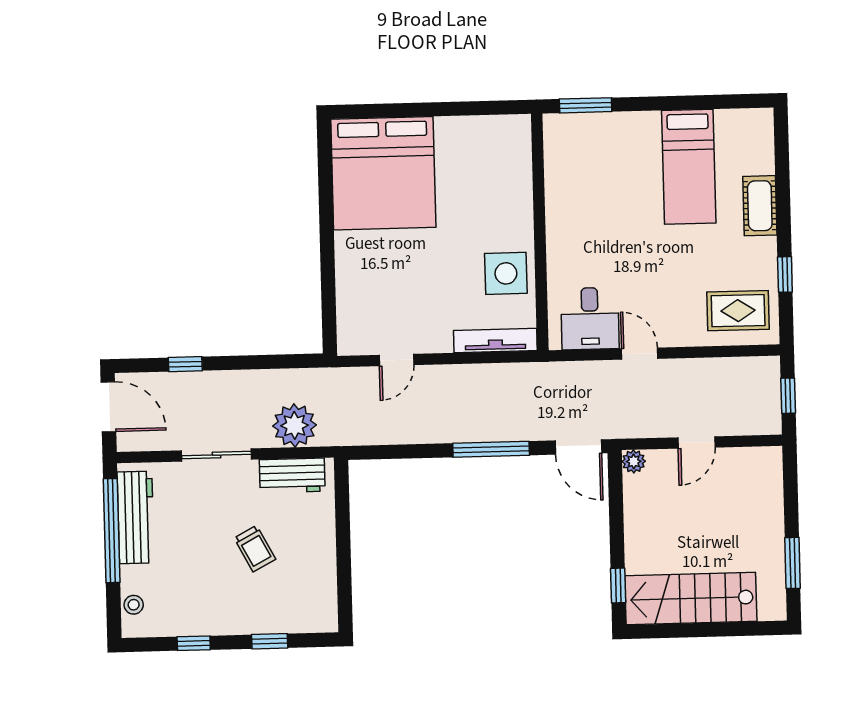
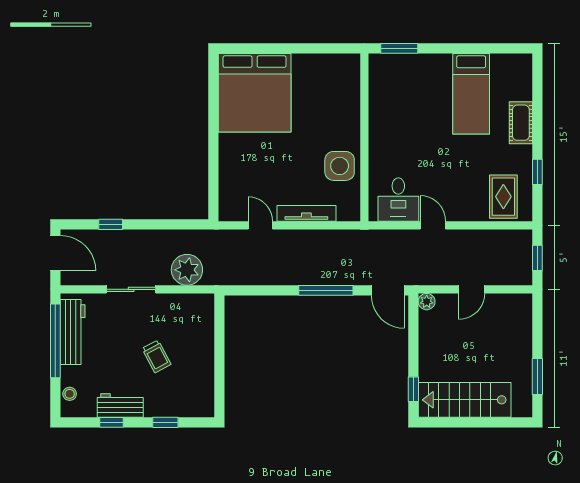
rug: (738, 311) -> (503, 197), turned 90
tv unit: (495, 340) -> (306, 213), moved
door: (396, 360) -> (260, 225), swing flipped
workbench: (292, 475) -> (120, 405), moved, turned 180

